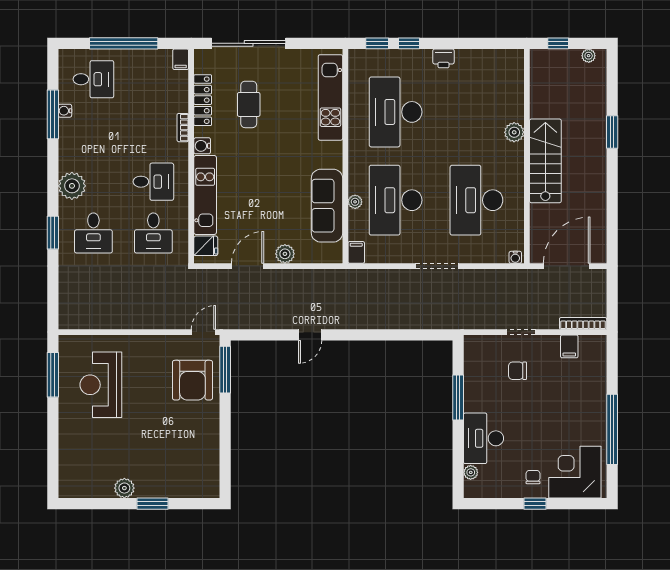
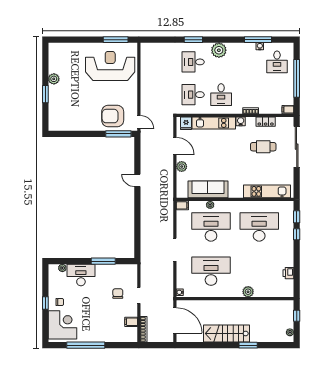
printer: (443, 58) -> (288, 273), moved
locker: (203, 100) -> (266, 122), width x0.66
stairs: (545, 161) -> (226, 334), moved, turned 180
reception desk: (101, 385) -> (110, 66), width x1.36, depth x1.30

